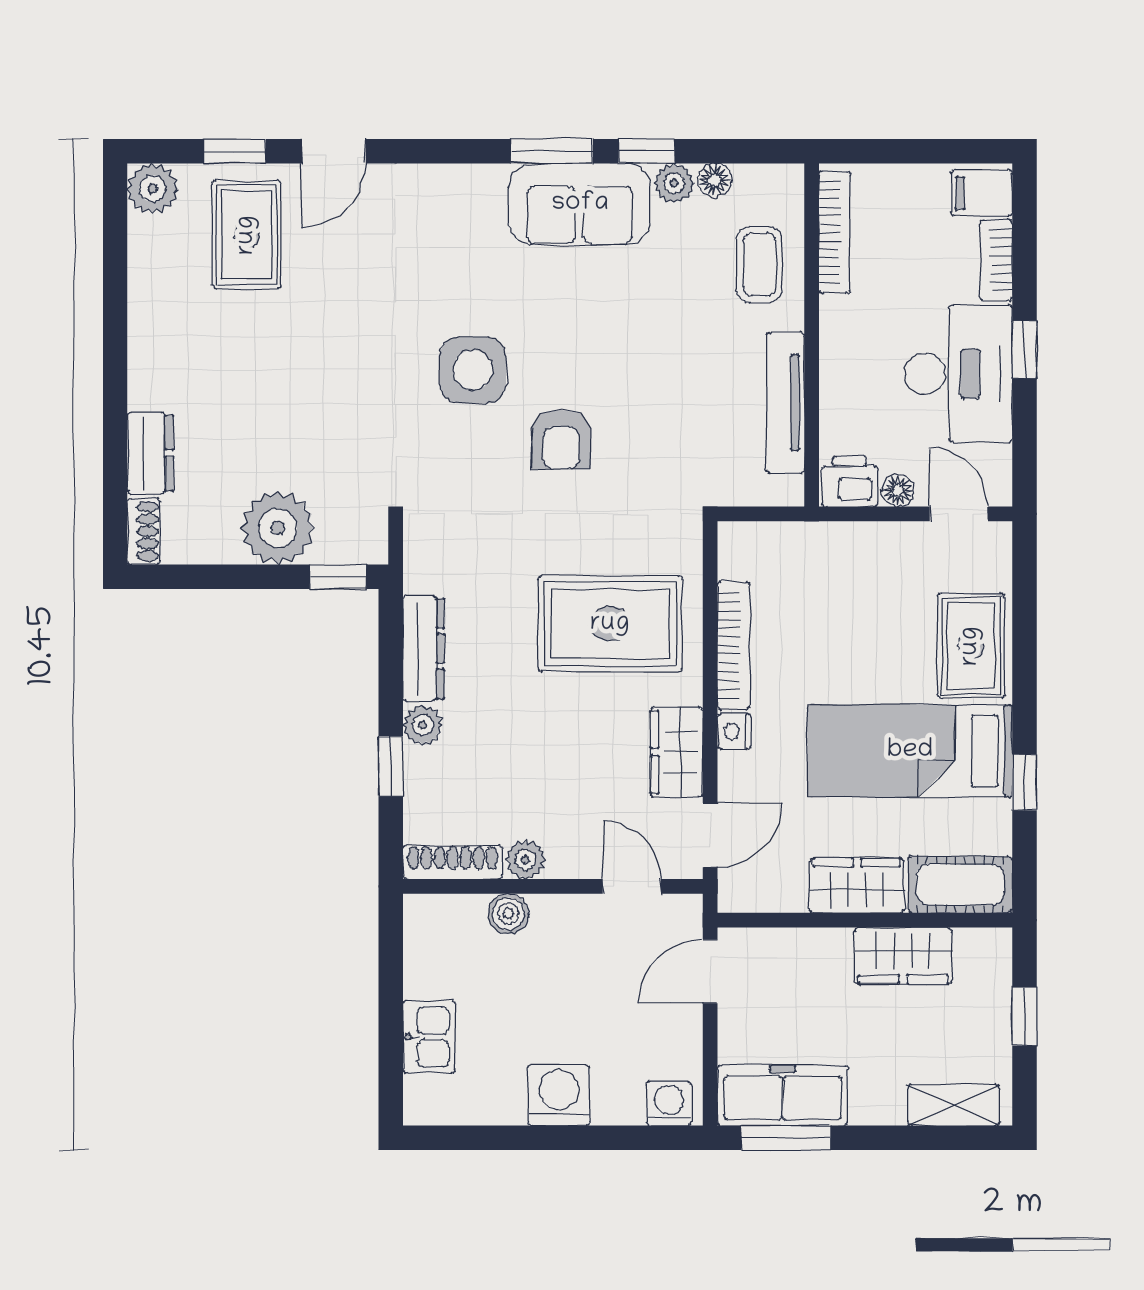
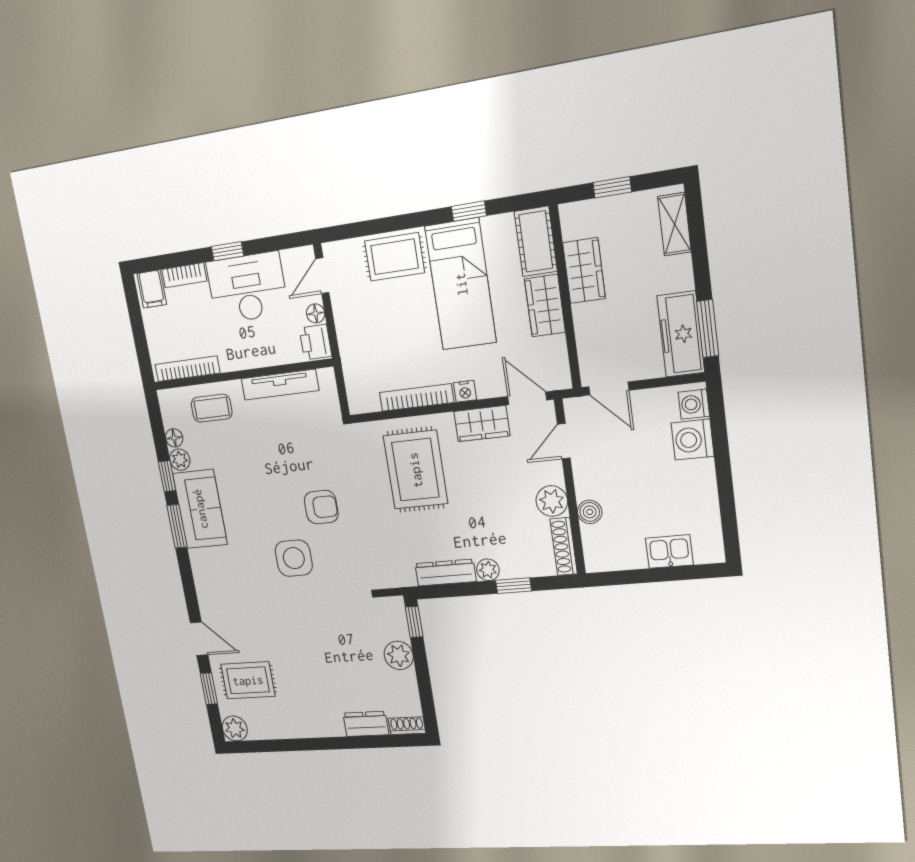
plant: (278, 528) -> (399, 655), width x0.73, depth x0.73
plant: (525, 860) -> (552, 501), width x1.38, depth x1.38
washing machine: (559, 1095) -> (692, 440), moved

